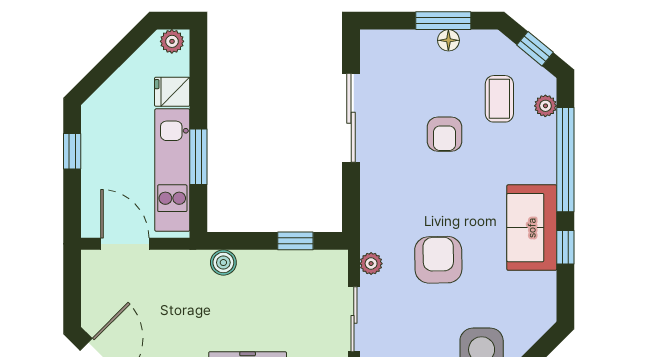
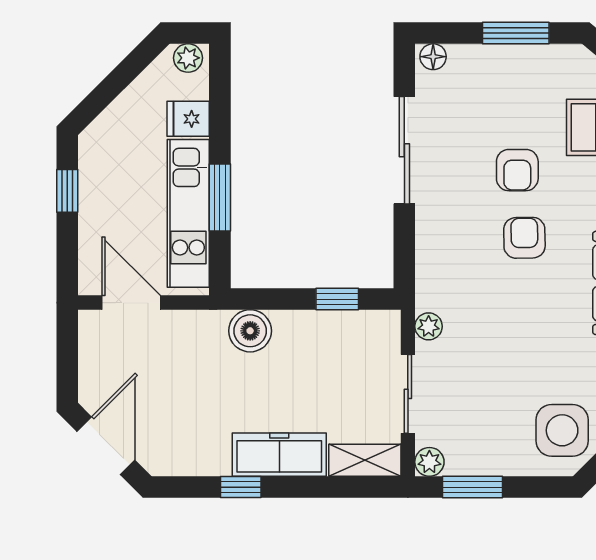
floor lamp: (448, 40) -> (433, 57), moved
armchair: (438, 260) -> (524, 238), moved, width x0.72, depth x0.72
boiler: (223, 263) -> (250, 331), width x1.36, depth x1.36

